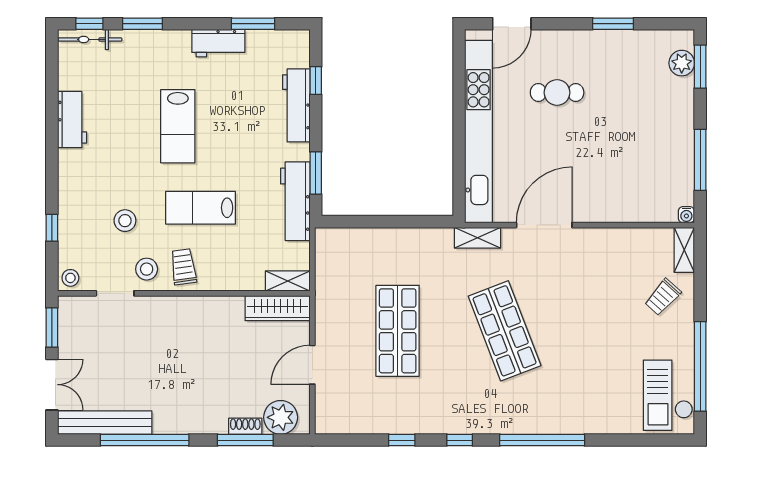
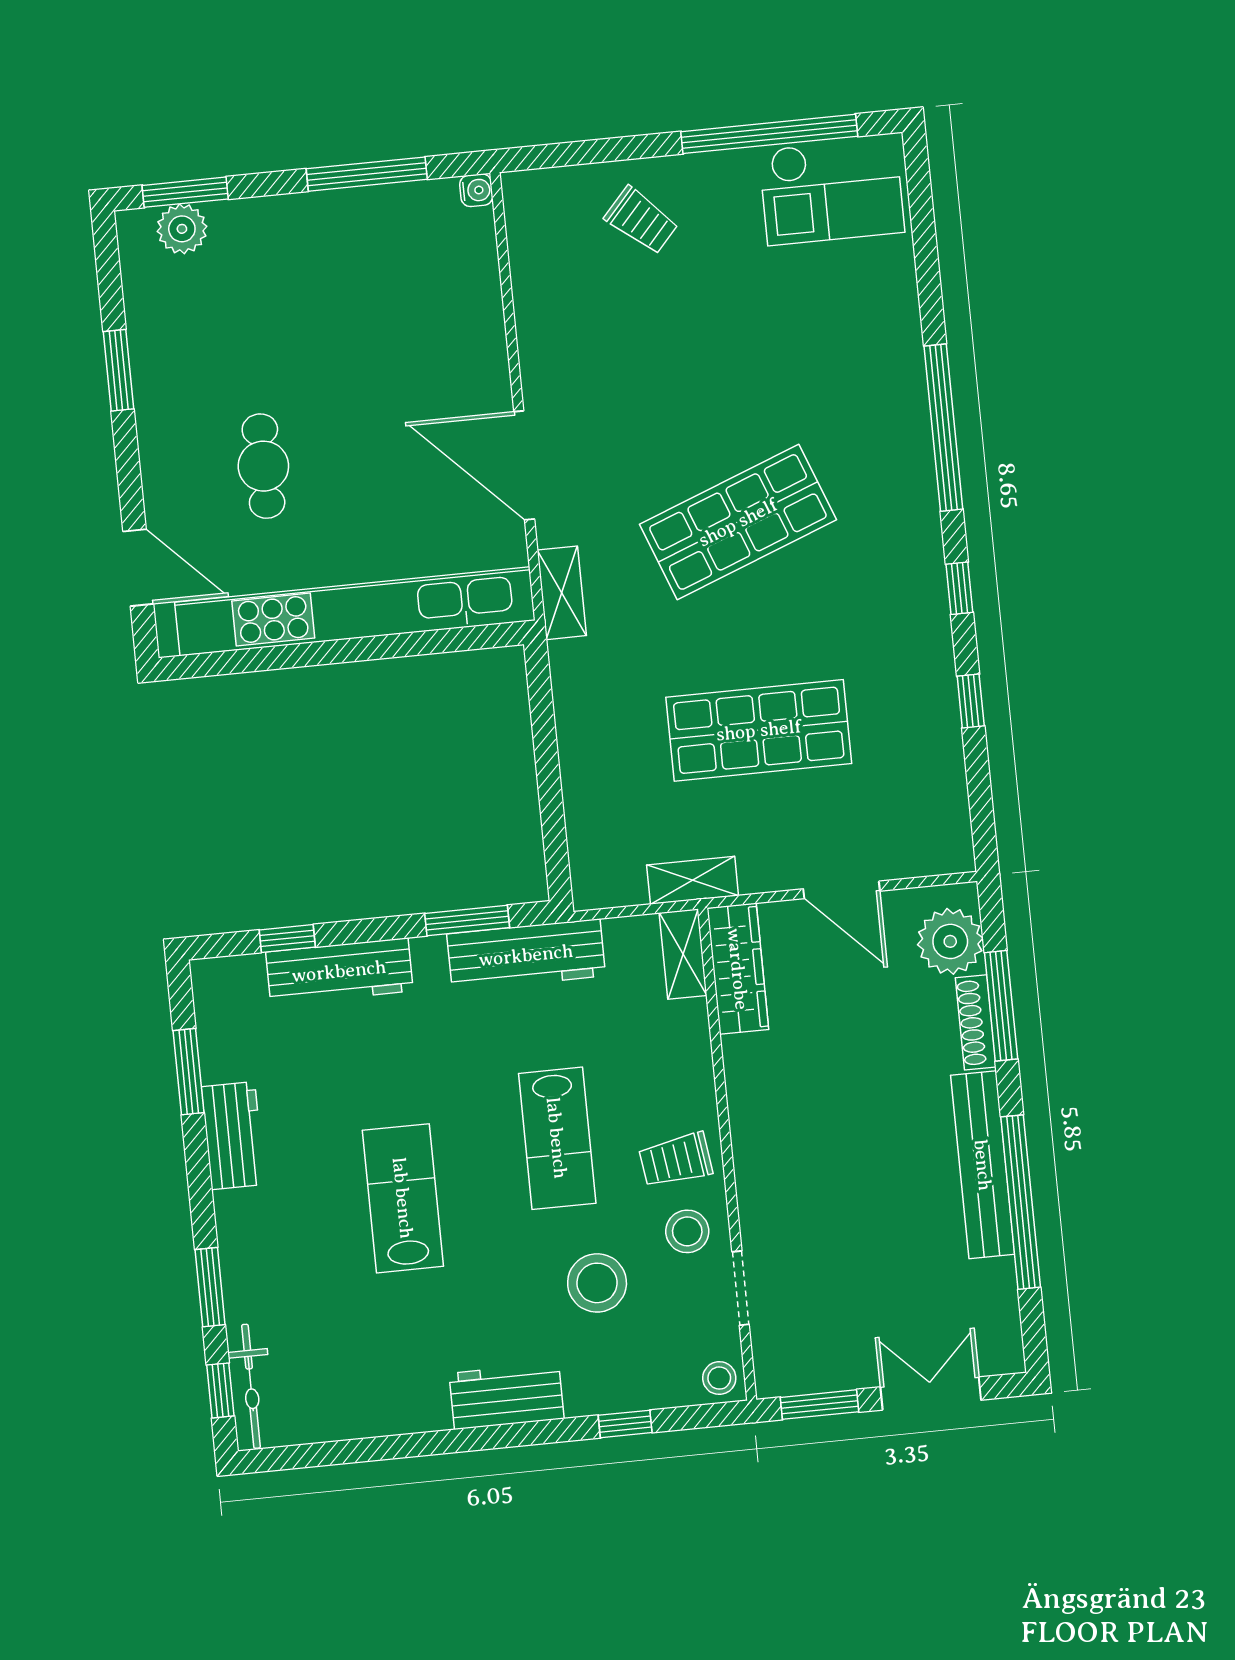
workbench: (72, 120) -> (507, 1396), moved
lab bench: (178, 126) -> (403, 1198), turned -90
stool: (125, 221) -> (597, 1283), width x1.38, depth x1.38
shelving: (684, 250) -> (693, 880), moved
bench: (105, 423) -> (983, 1165), moved
shoe rack: (245, 426) -> (976, 1022), width x1.43

